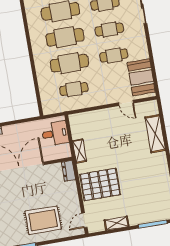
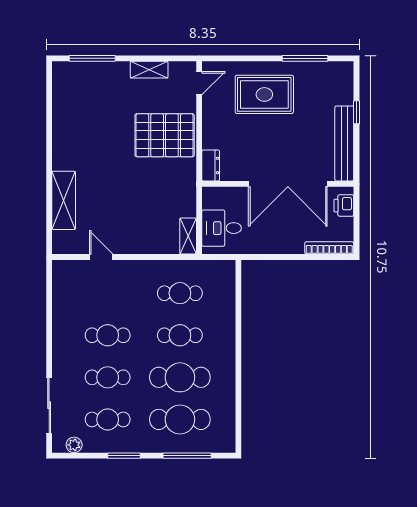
cafe table: (69, 63) -> (180, 335), width x0.73, depth x0.74
booth: (141, 77) -> (70, 293), removed
shelving: (79, 151) -> (188, 236), moved

